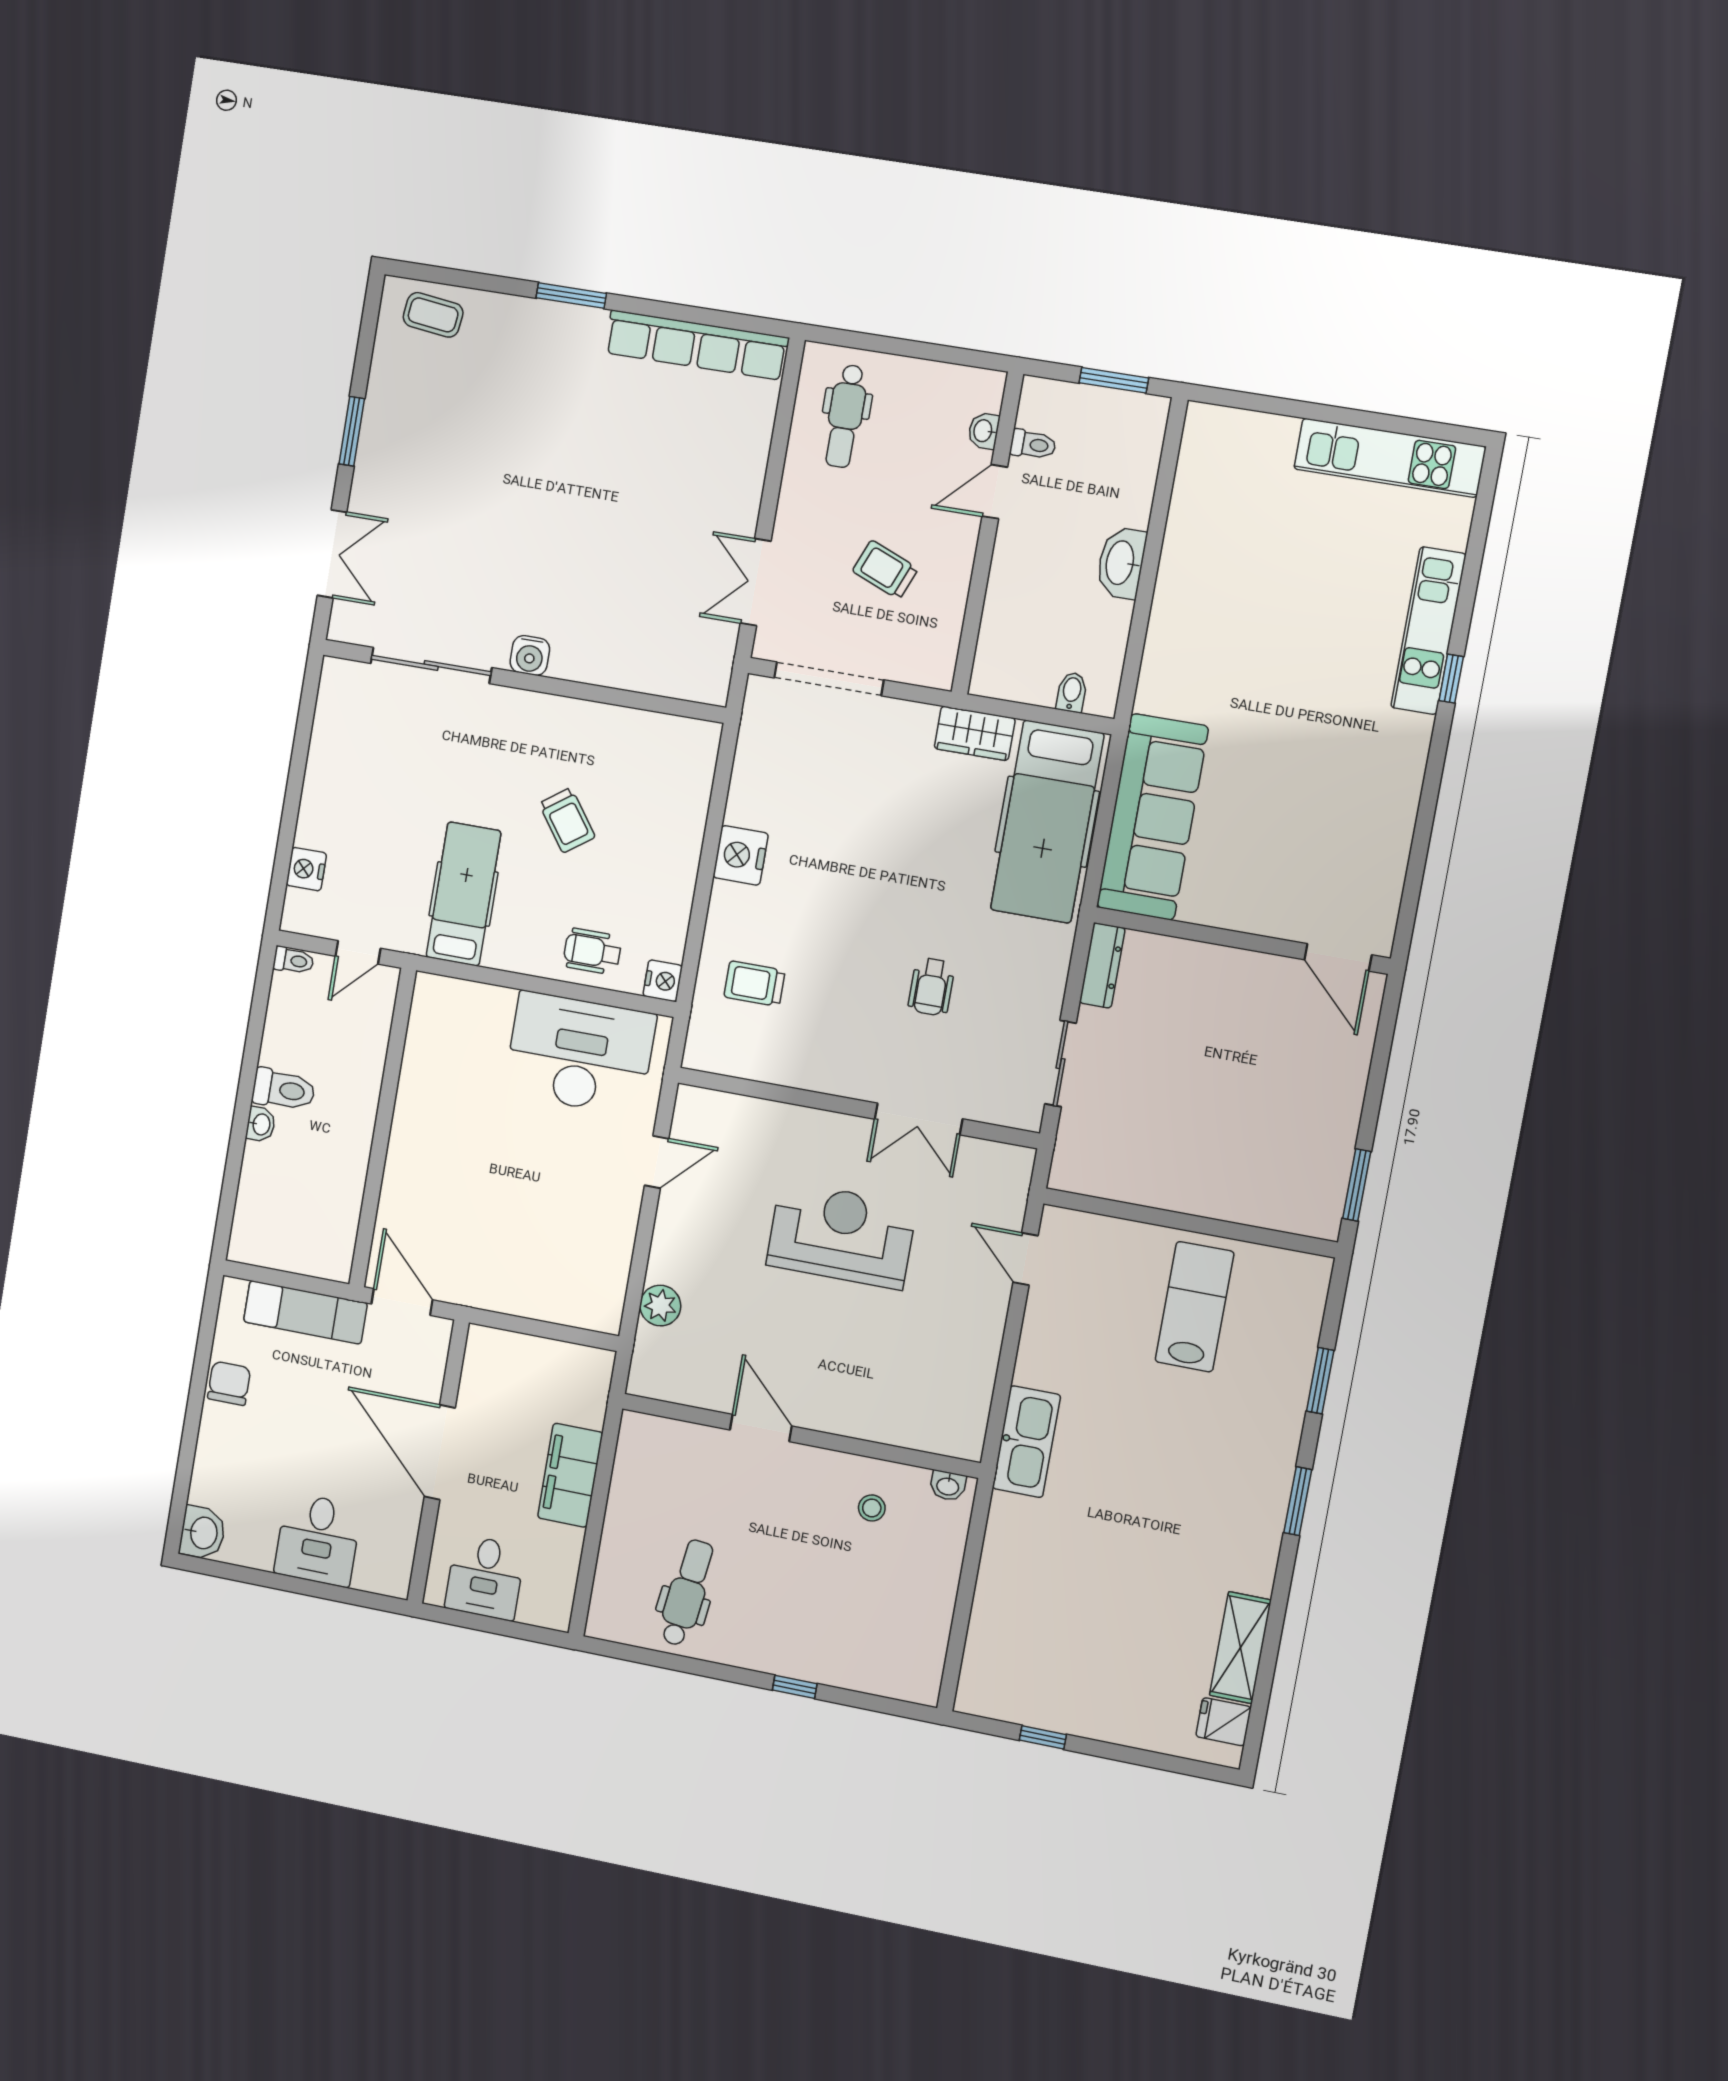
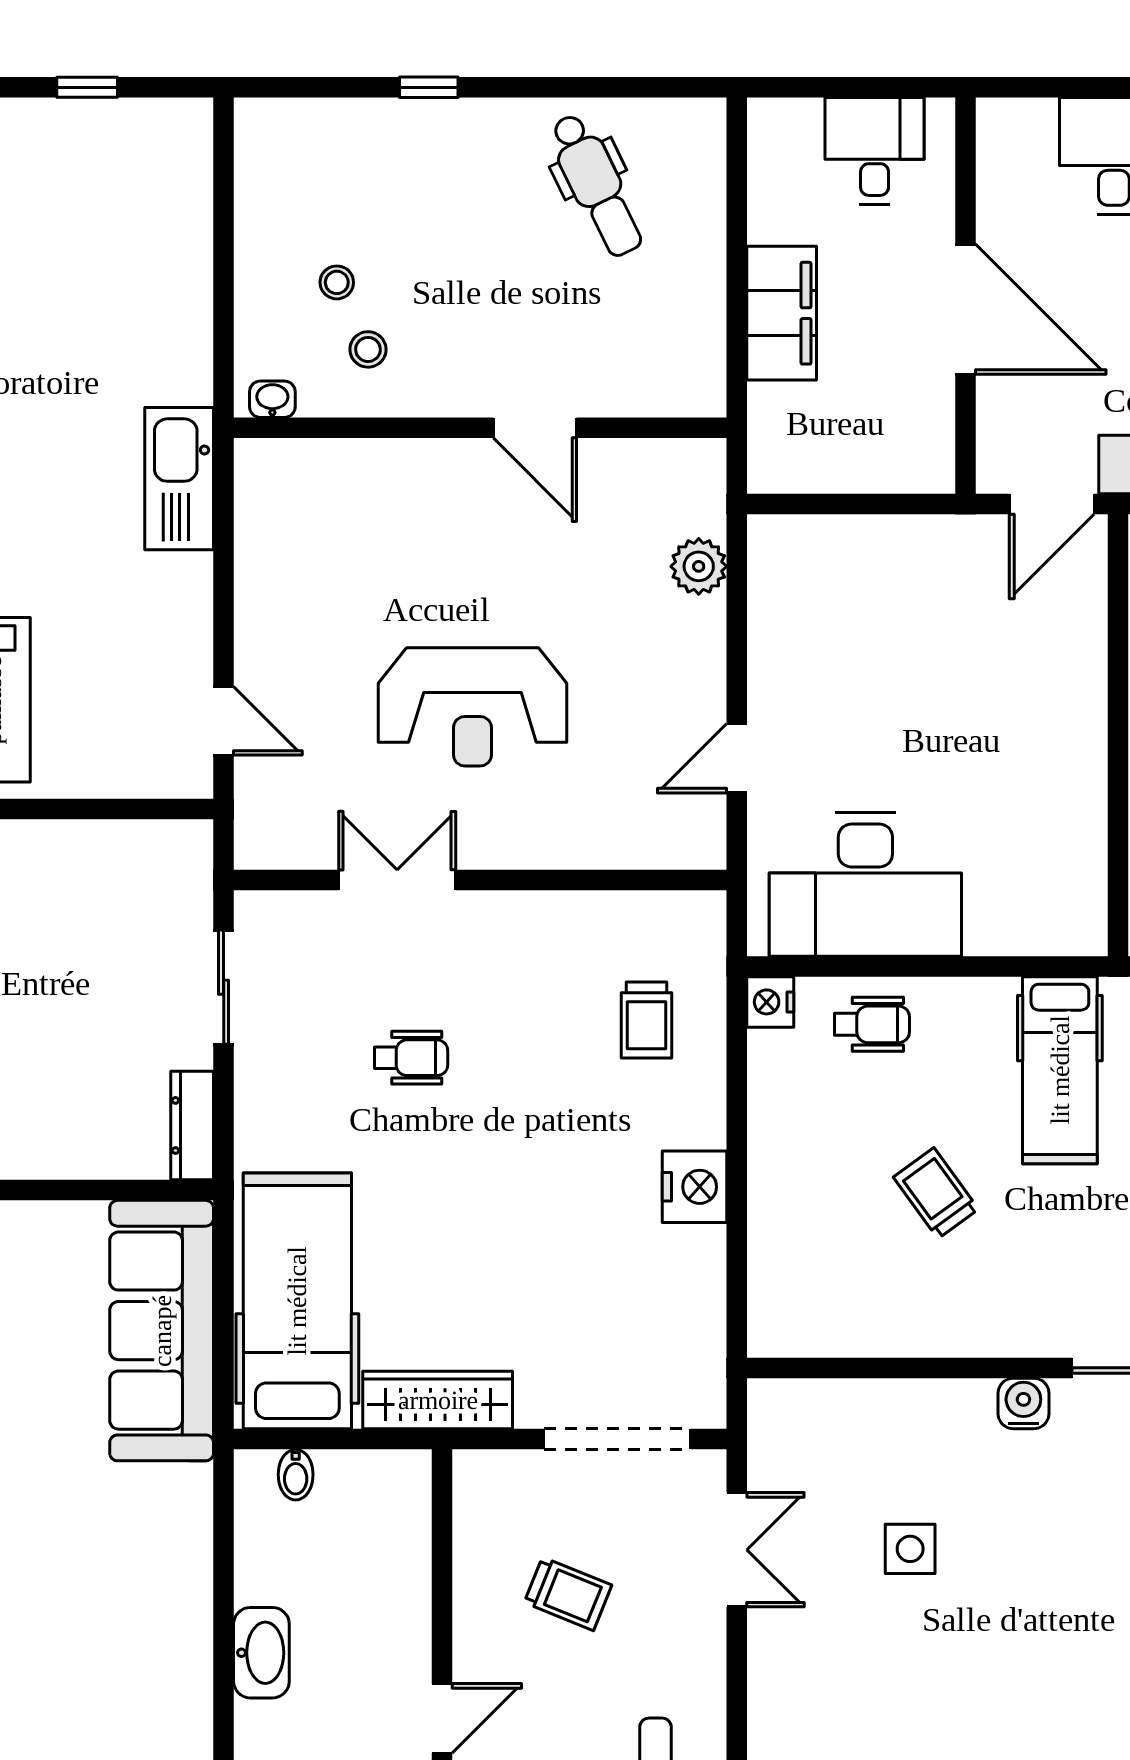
side table: (629, 562) -> (910, 1549), added
wardrobe: (975, 733) -> (438, 1400), width x1.50
trolley: (754, 984) -> (646, 1020), turned 90
wheelchair: (931, 987) -> (411, 1058), turned 90
door: (402, 1302) -> (1052, 504), hinge flipped
stool: (886, 1561) -> (337, 282), added
dental chair: (687, 1593) -> (596, 185), turned -33

